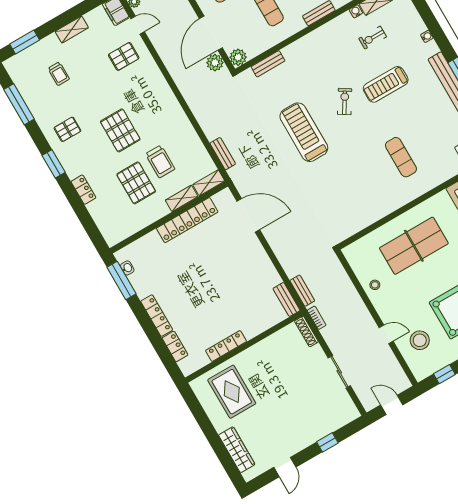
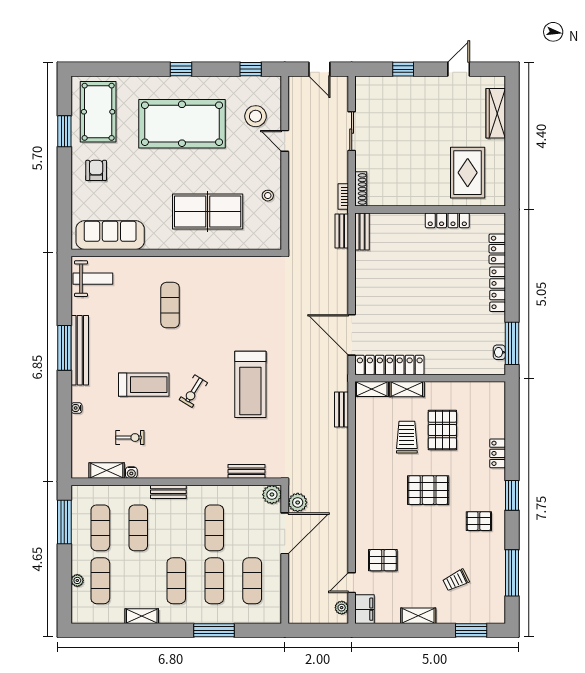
door: (138, 25) -> (352, 583), hinge flipped
trolley: (59, 74) -> (456, 580), turned -116
pallet: (120, 130) -> (428, 490), turned 90
locker: (187, 220) -> (390, 365), moved

